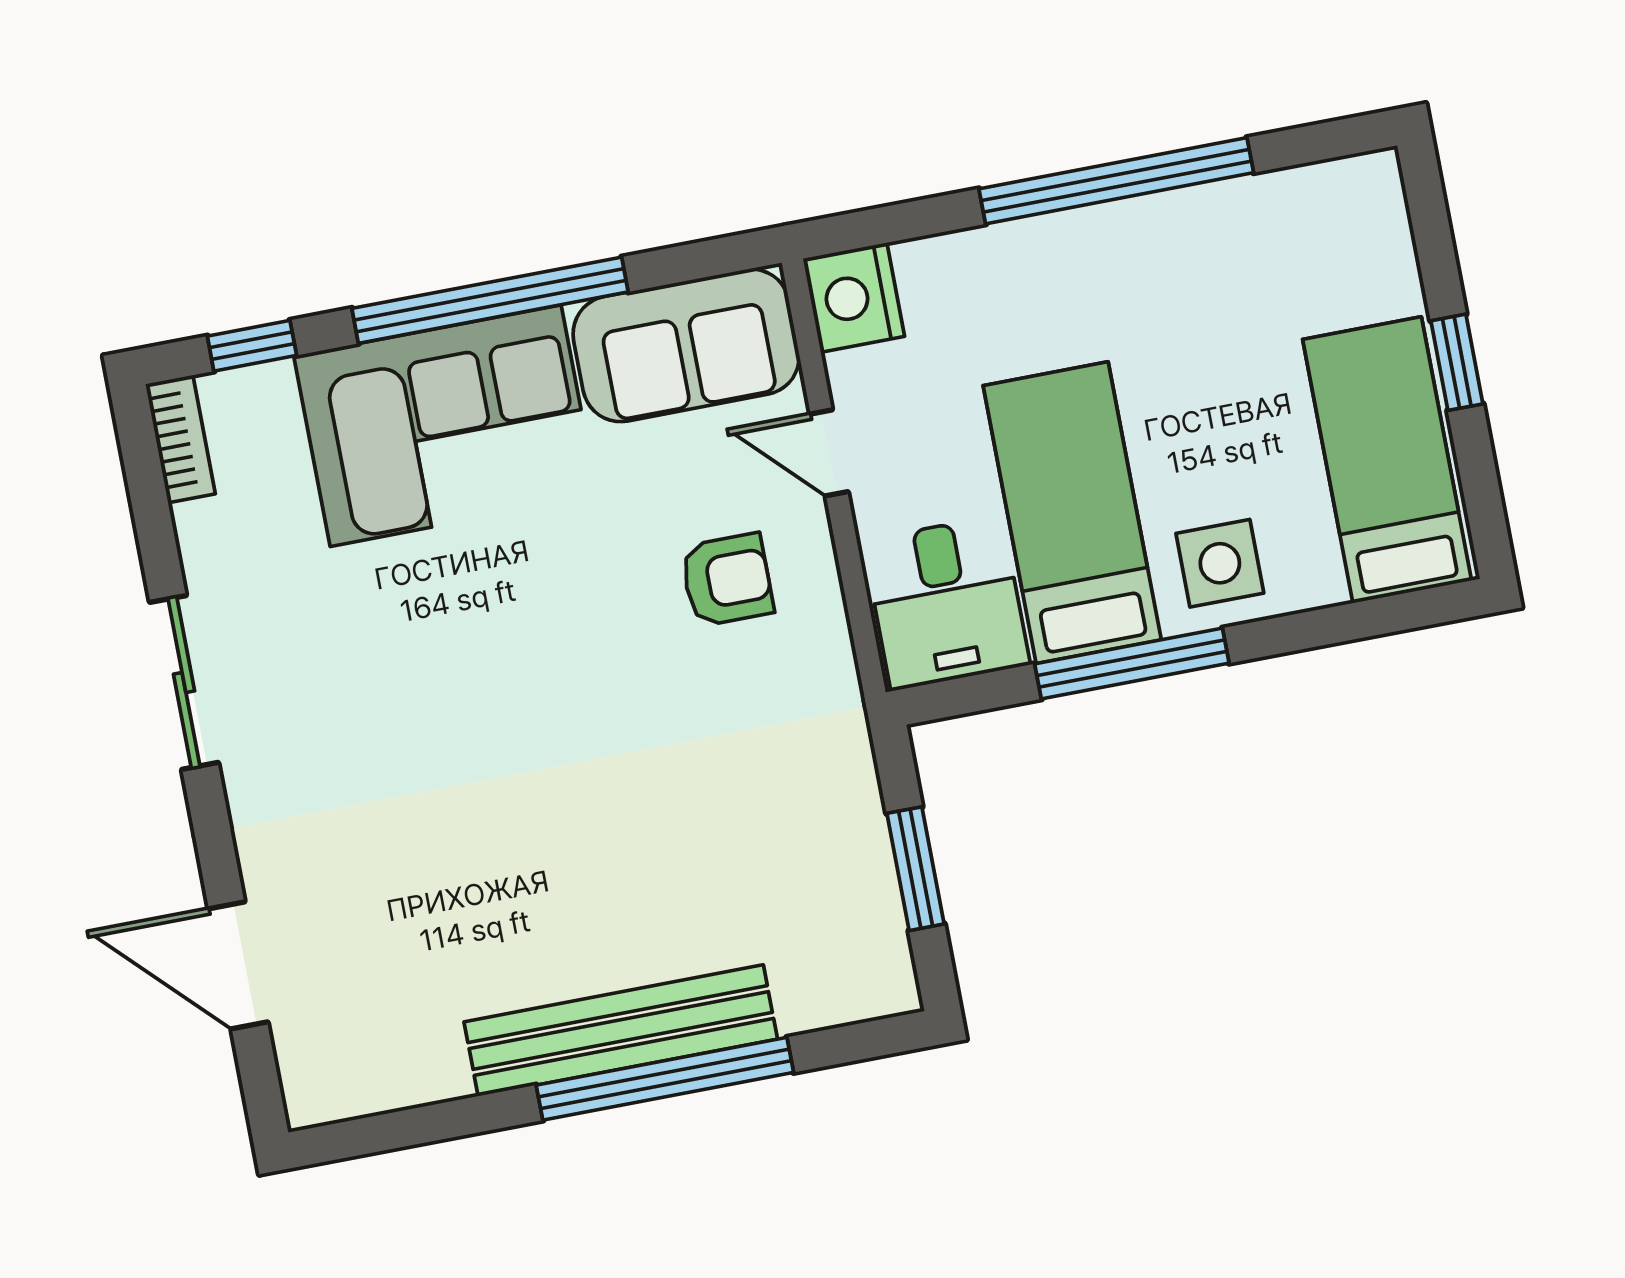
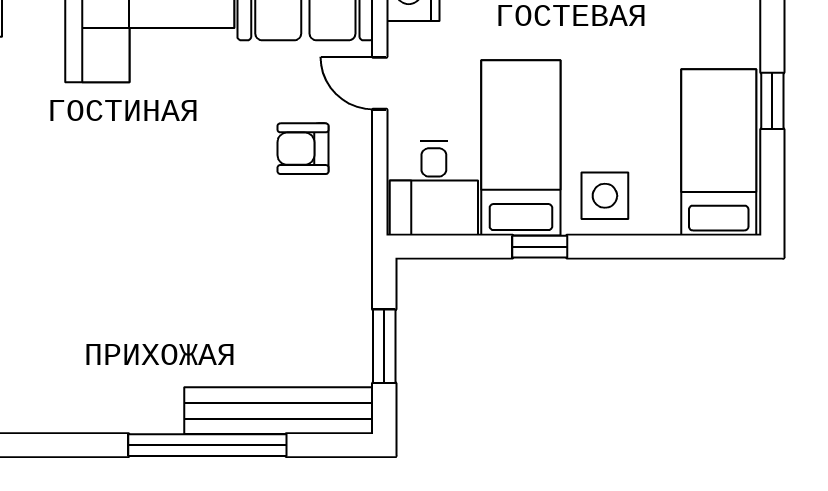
armchair: (727, 580) -> (303, 149), turned 180
window: (1132, 664) -> (540, 247), width x0.46
bench: (621, 1030) -> (279, 411), moved

